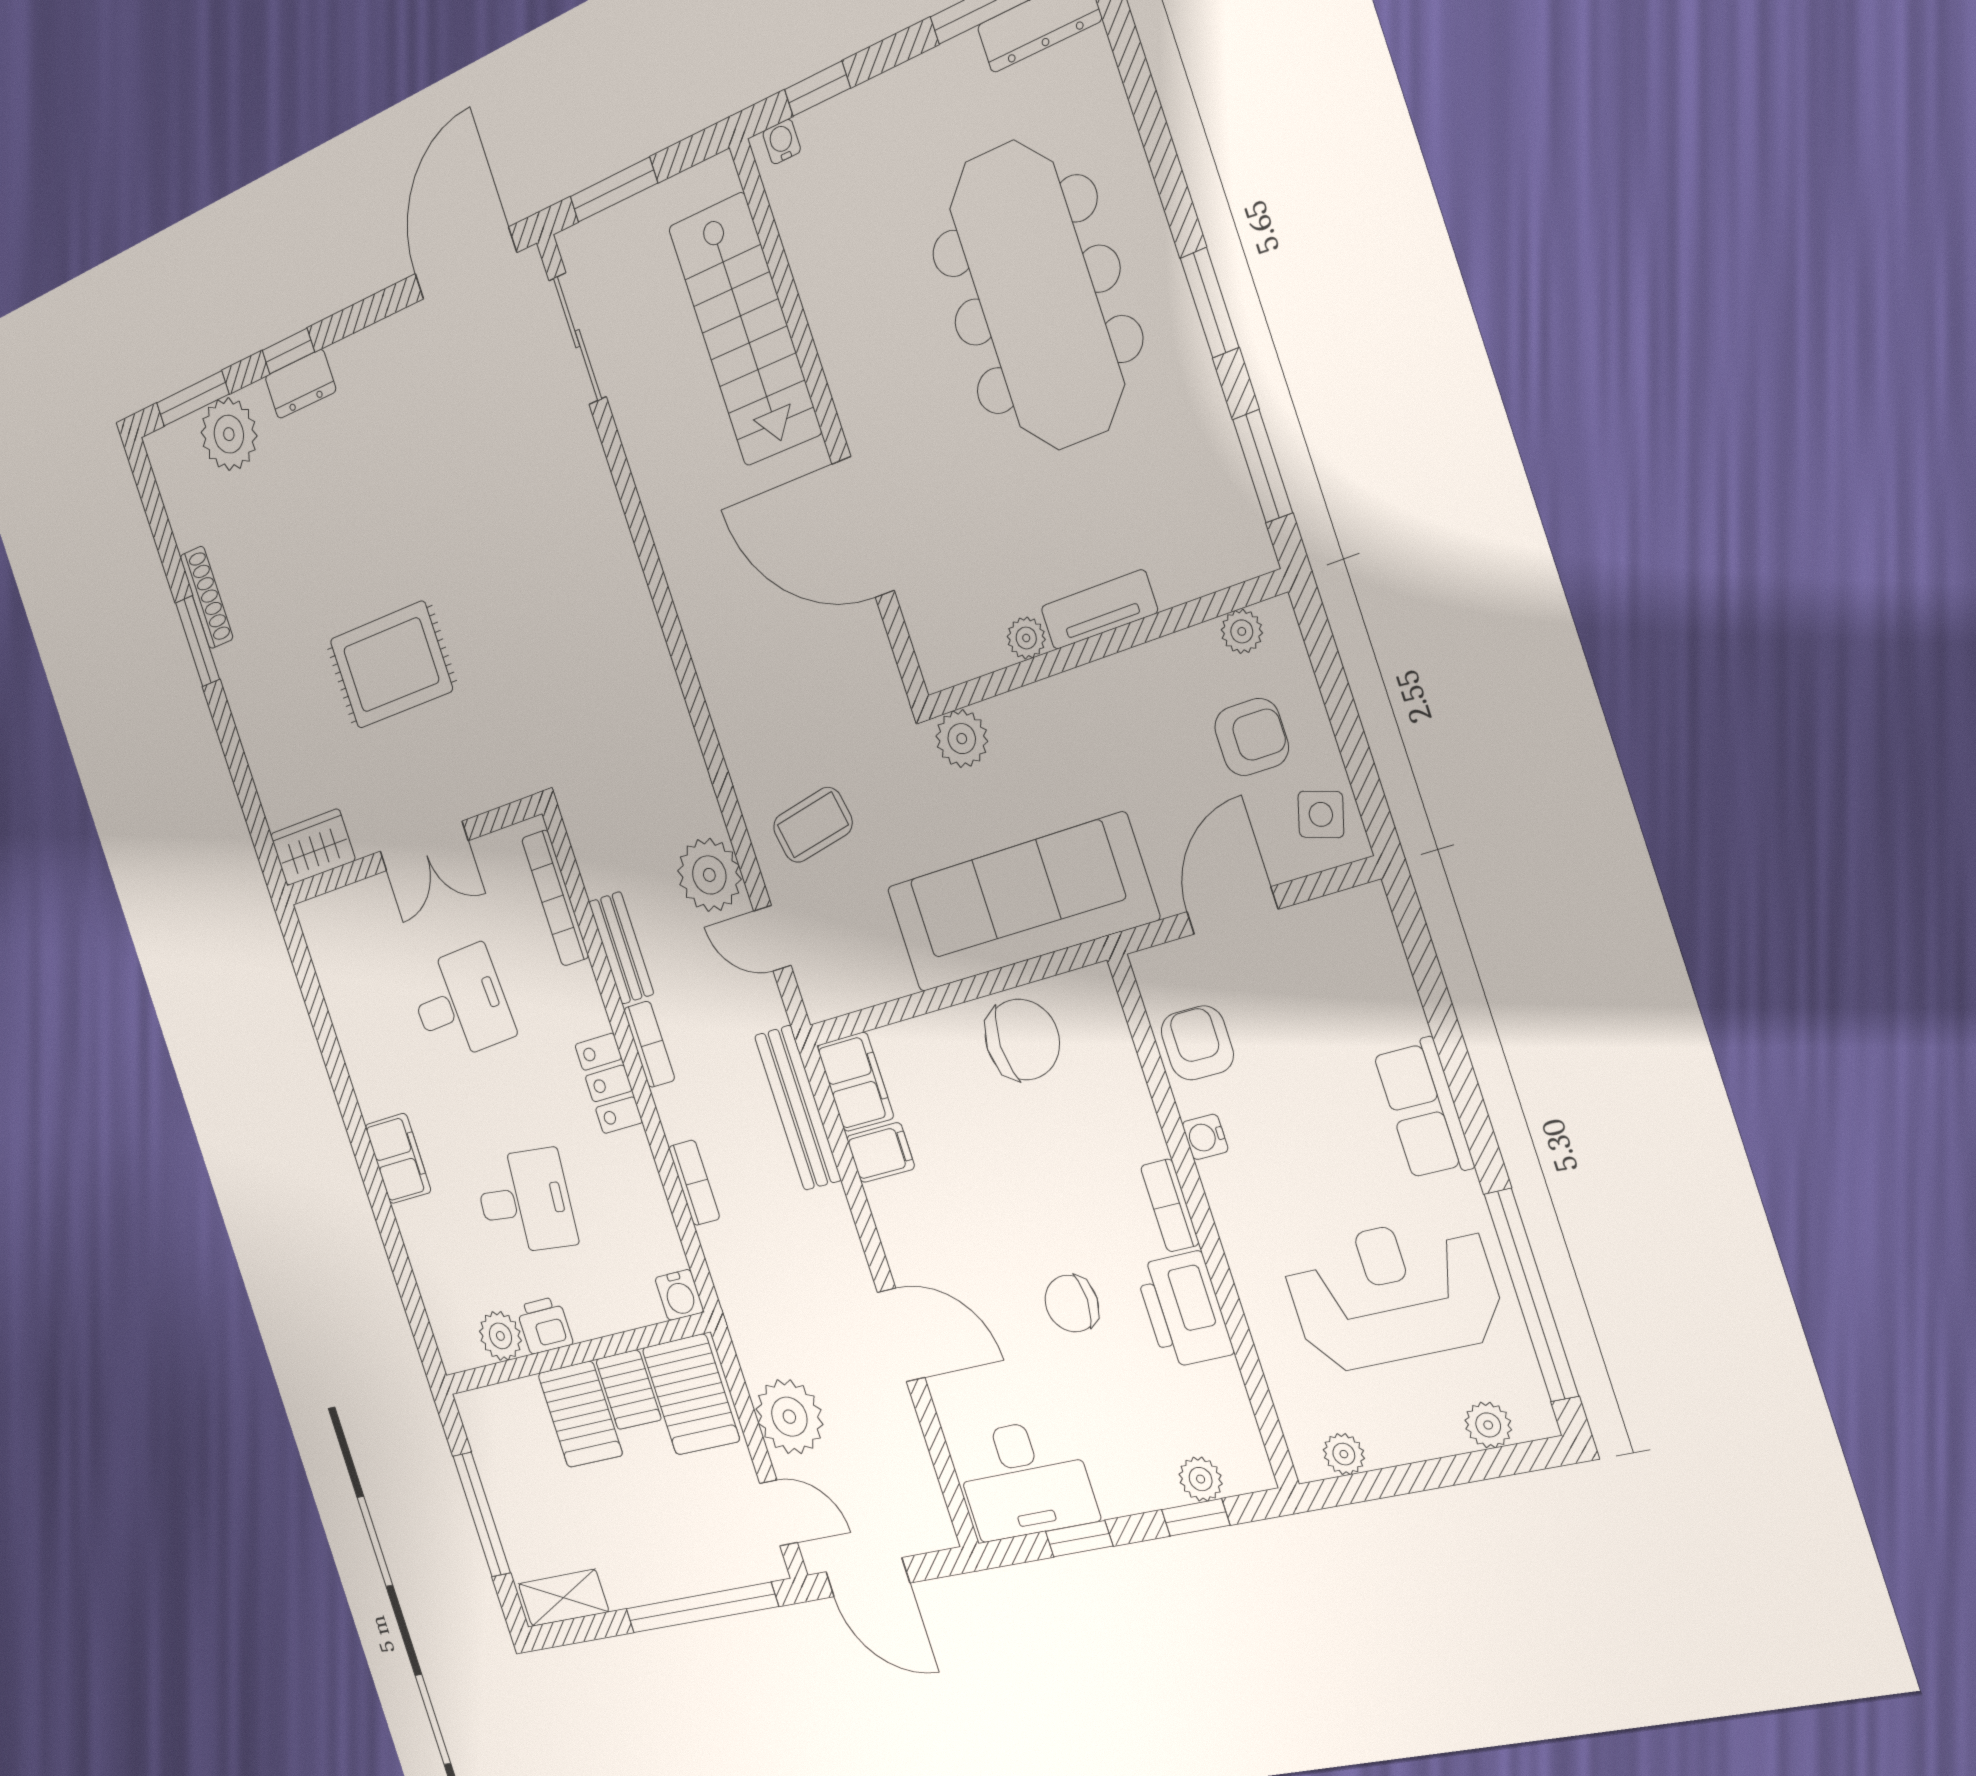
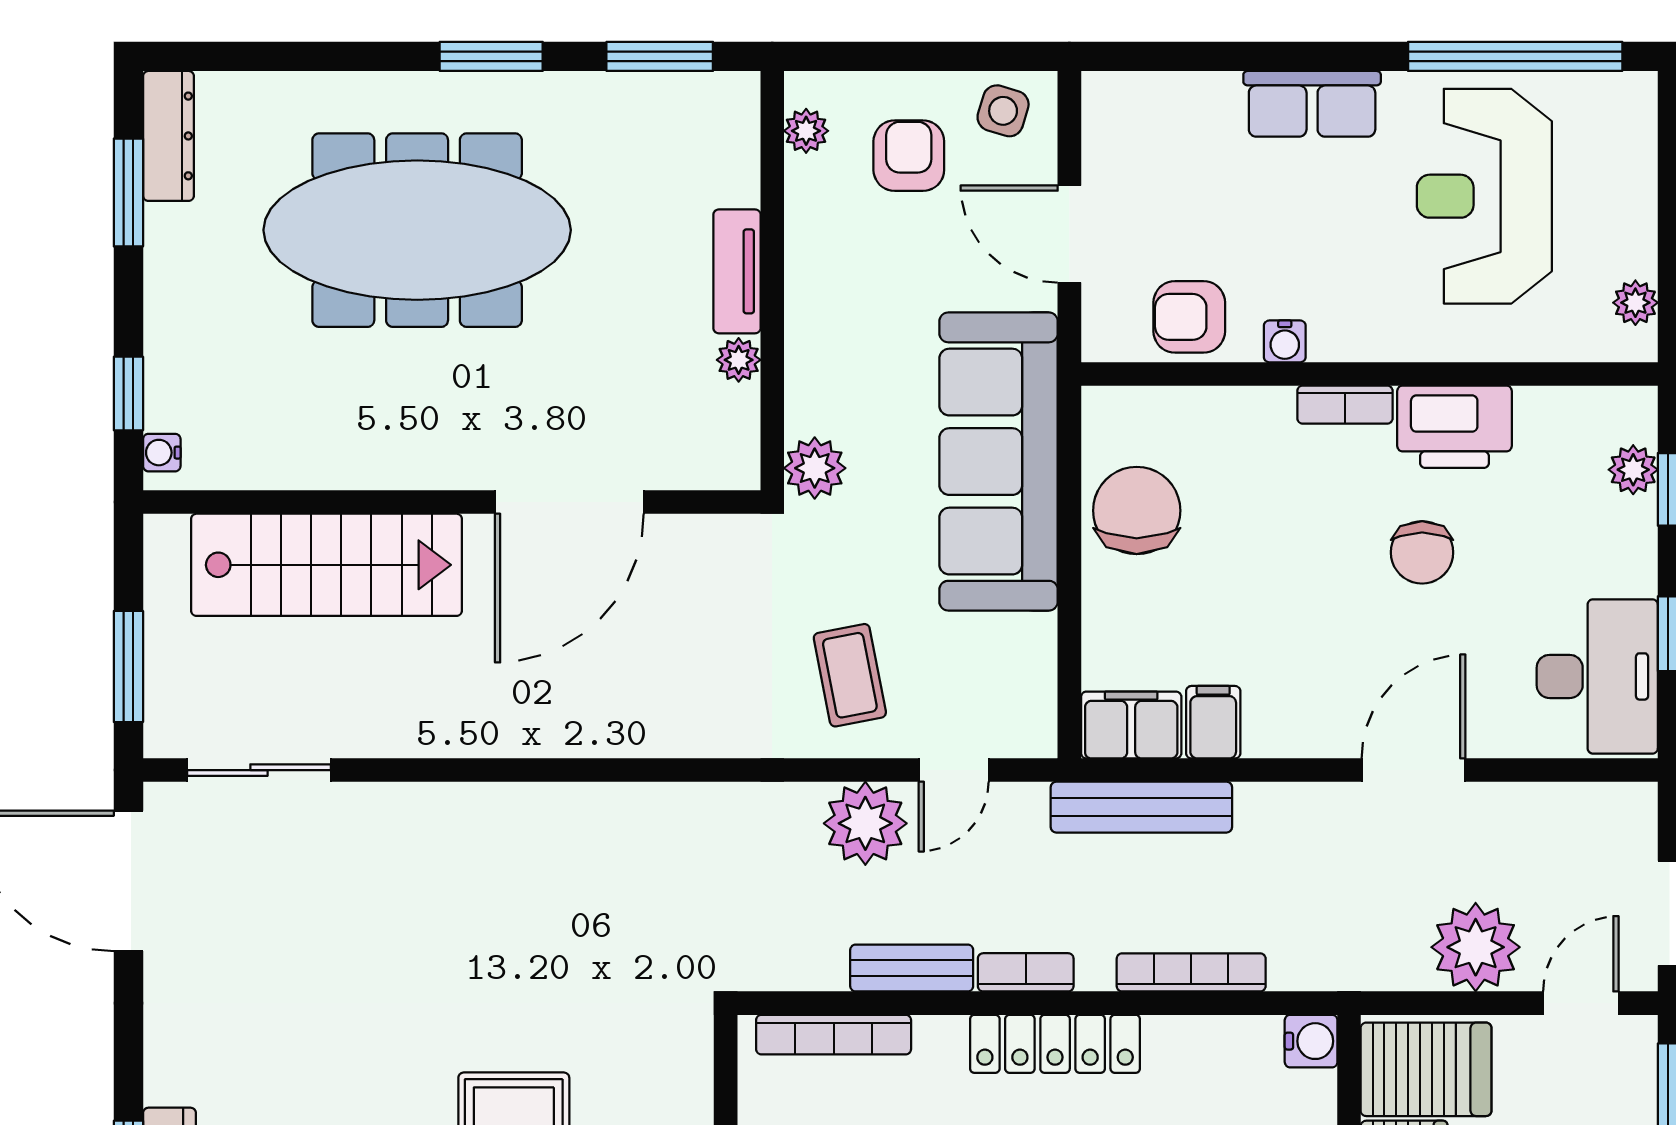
locker: (609, 1083) -> (1055, 1044), width x1.53
bookcase: (694, 1183) -> (1191, 972), width x1.56
plant: (1488, 1425) -> (1634, 142), removed

